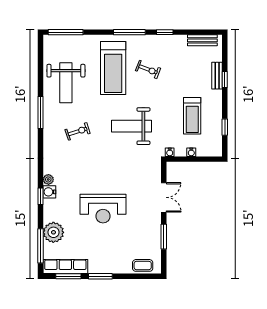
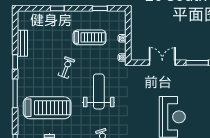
bench: (202, 40) -> (22, 43), moved
exercise bike: (148, 69) -> (66, 68), moved
bench: (217, 76) -> (54, 15), removed
weight bench: (131, 126) -> (99, 91), turned 180

